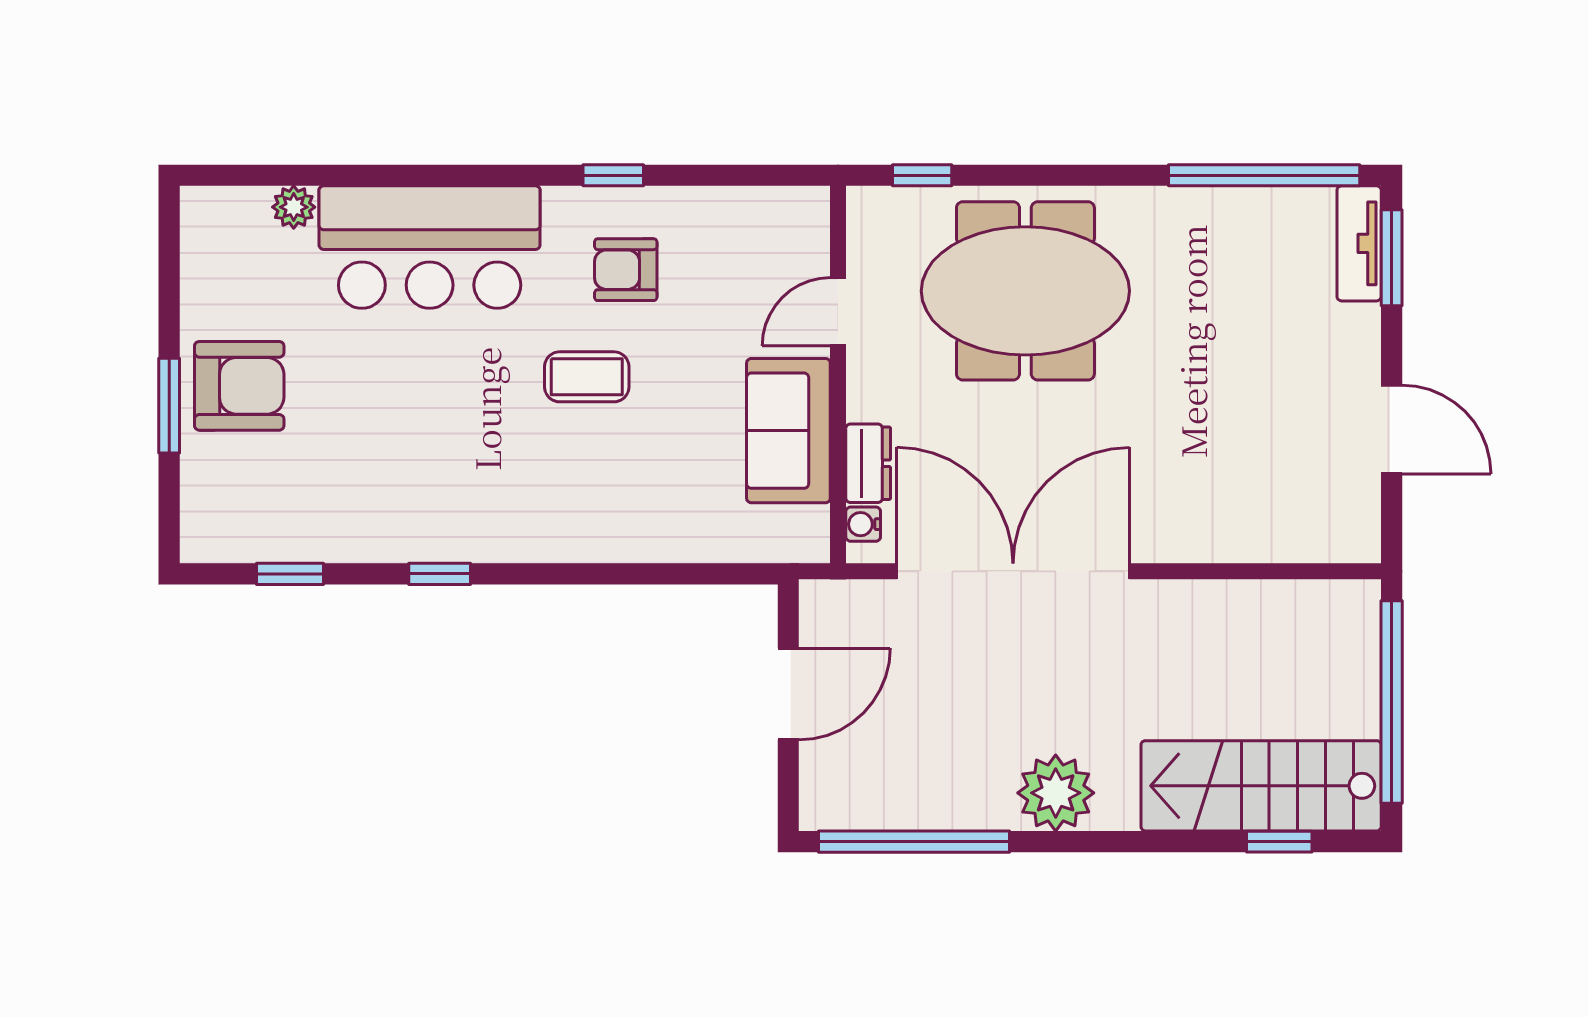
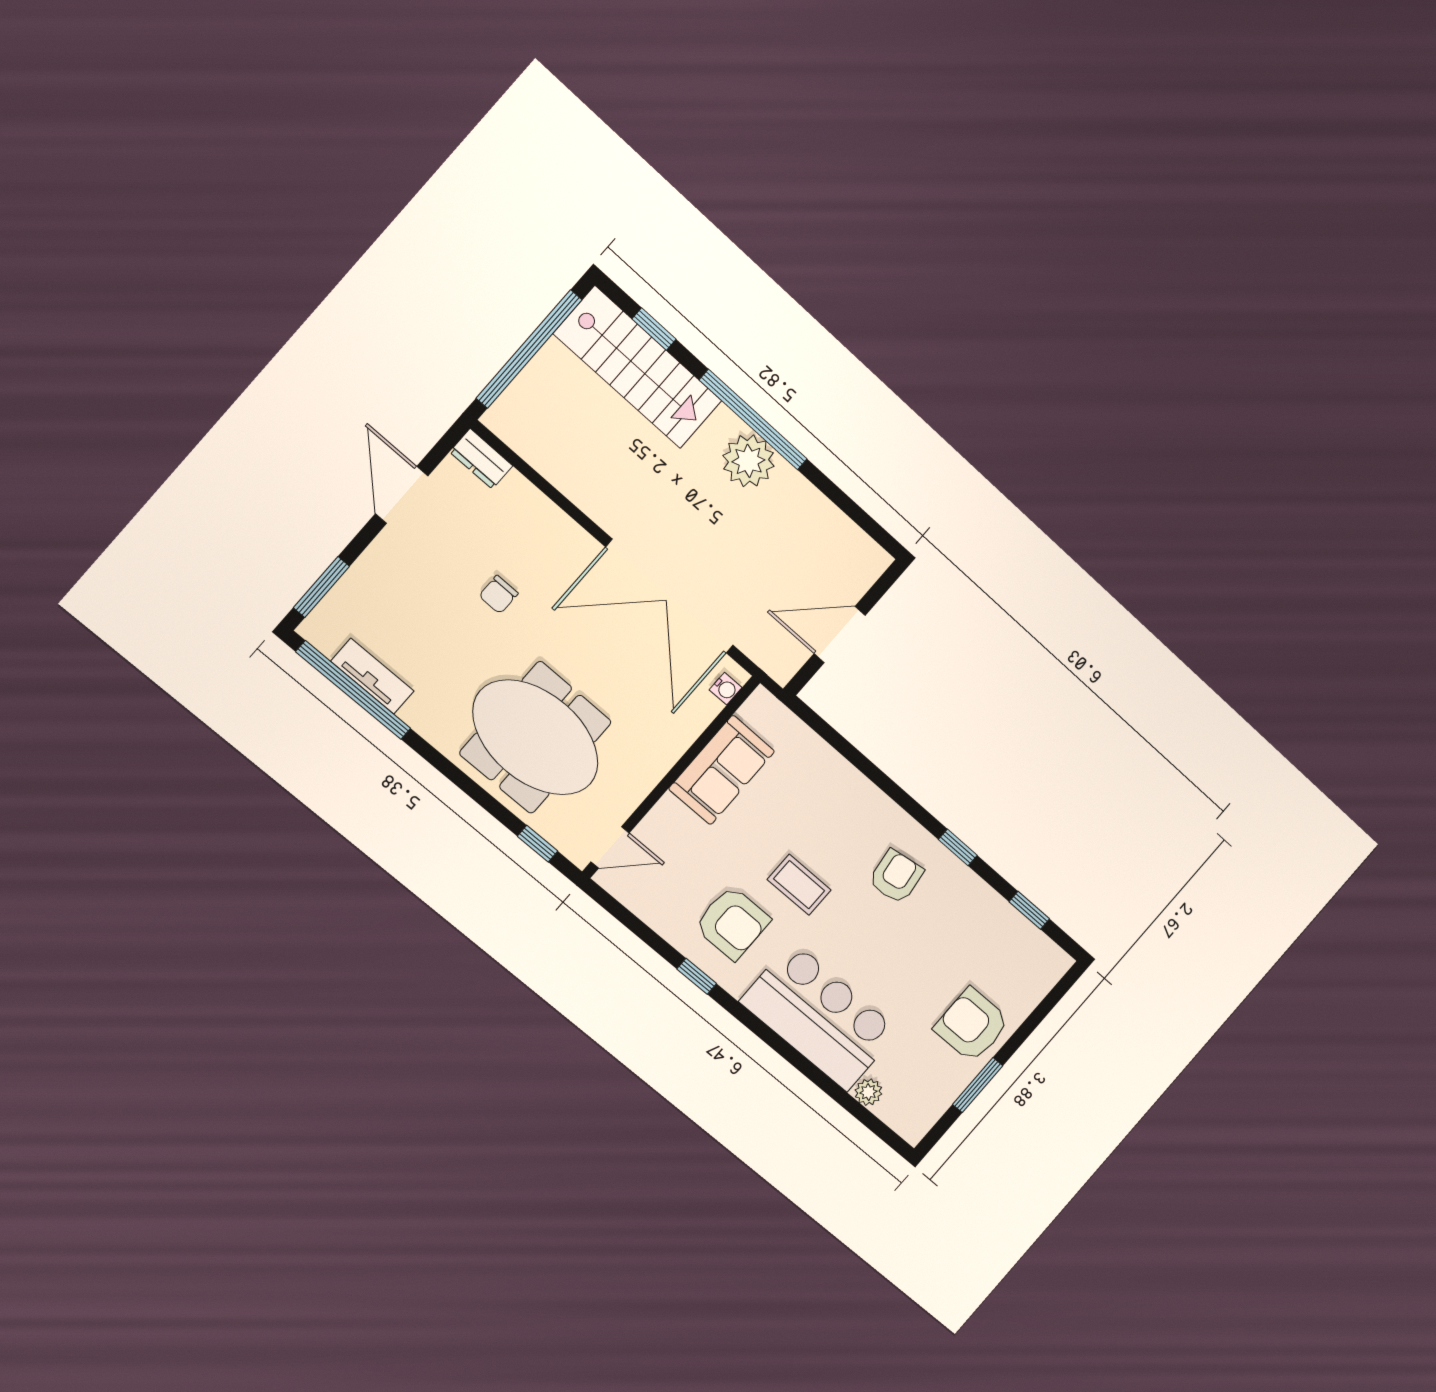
tv unit: (1359, 243) -> (372, 676), moved, turned -90
armchair: (626, 270) -> (732, 923), width x1.38, depth x1.38
door: (838, 312) -> (610, 847), moved
window: (169, 406) -> (978, 1085), moved
chair: (1199, 412) -> (499, 595), added
dresser: (868, 463) -> (481, 459), moved, turned -90
armchair: (482, 480) -> (896, 877), added
window: (914, 842) -> (753, 420), moved

